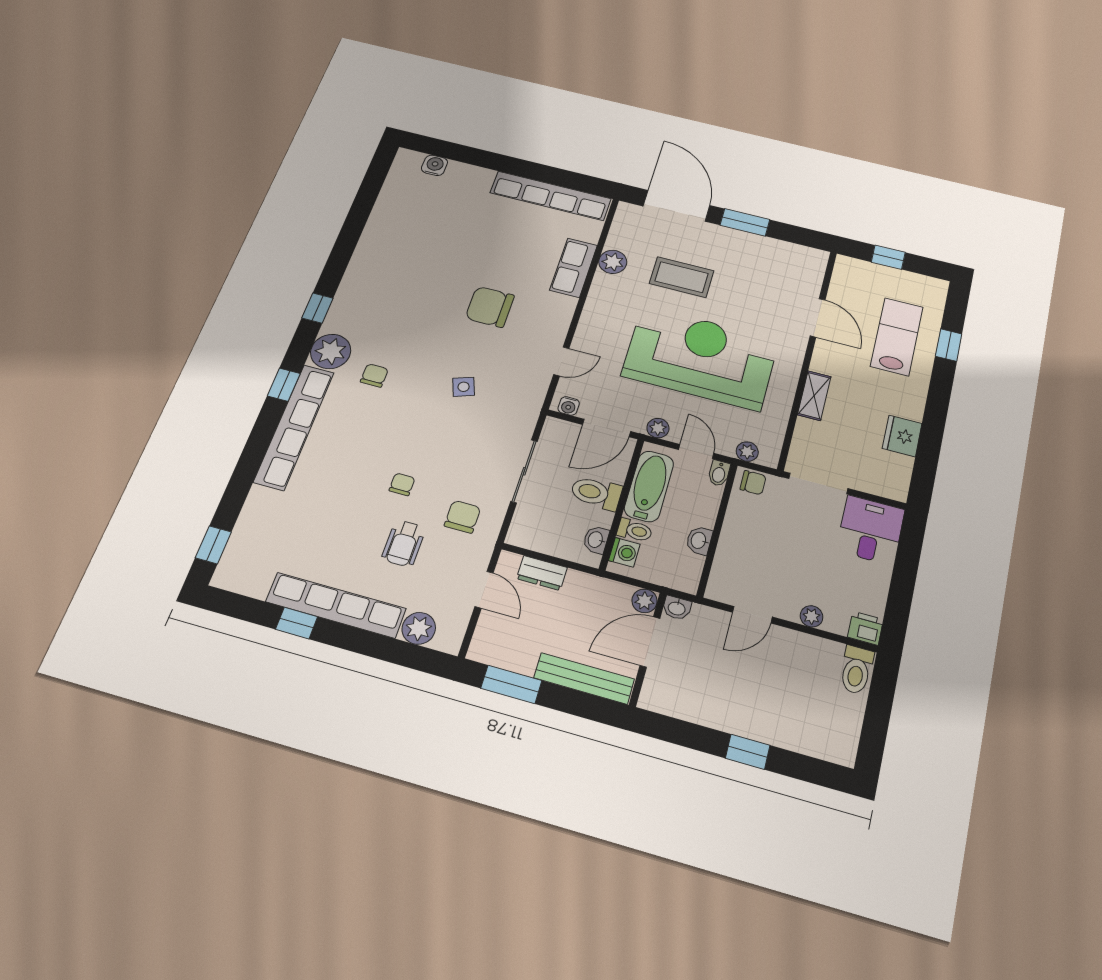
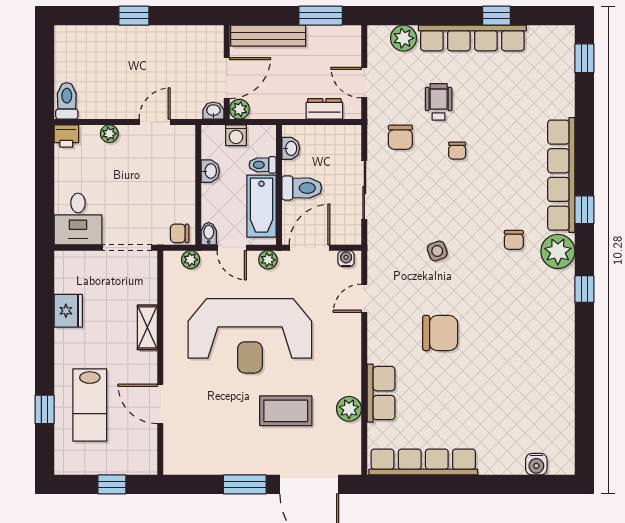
washing machine: (624, 552) -> (236, 135), moved, turned -90

